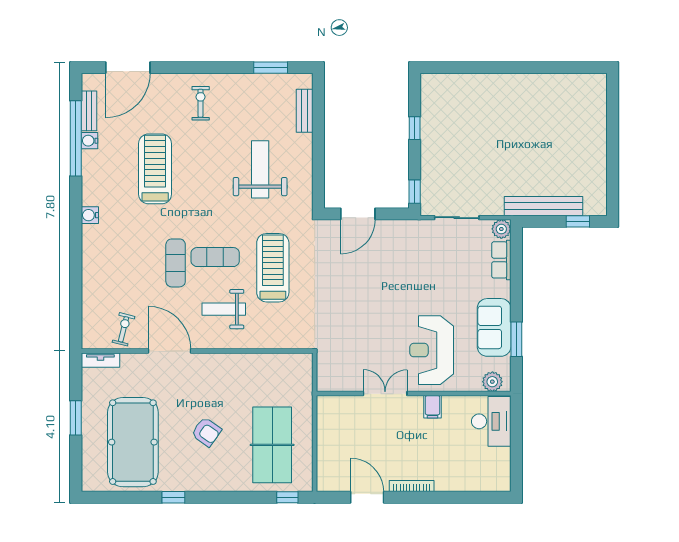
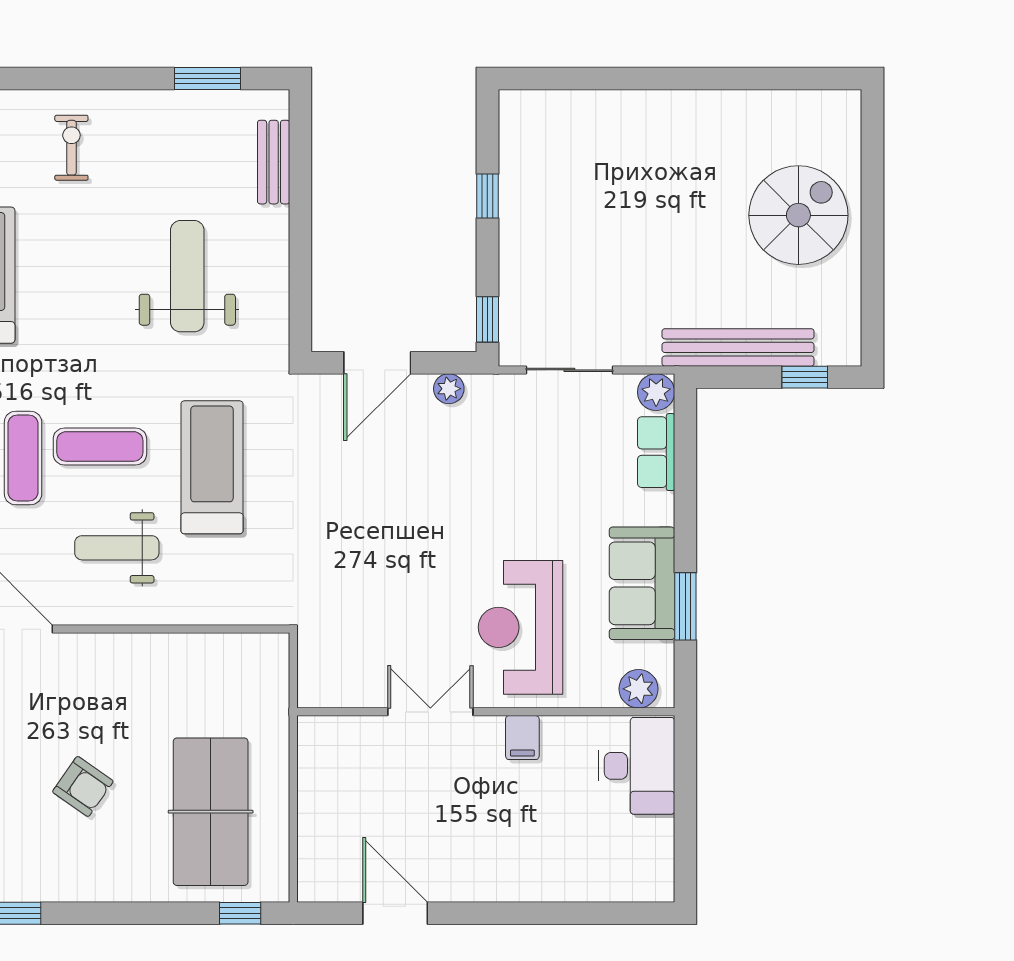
spiral stairs: (575, 138) -> (798, 215), added
plant: (395, 227) -> (449, 389), added
bookcase: (412, 486) -> (482, 891), removed

